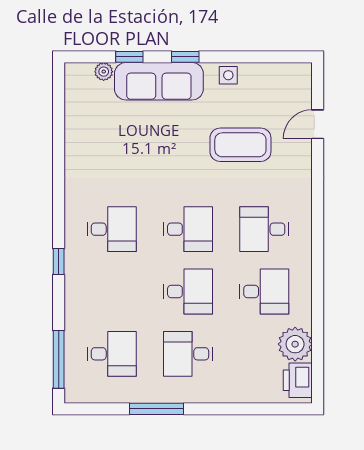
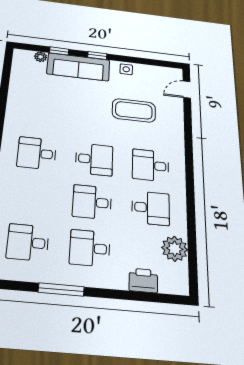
door: (318, 124) -> (187, 90), moved
desk: (112, 229) -> (37, 153), turned 180
desk: (188, 291) -> (92, 202), turned 180
desk: (112, 354) -> (28, 242), turned 180
printer: (298, 380) -> (143, 281), moved, turned 90

